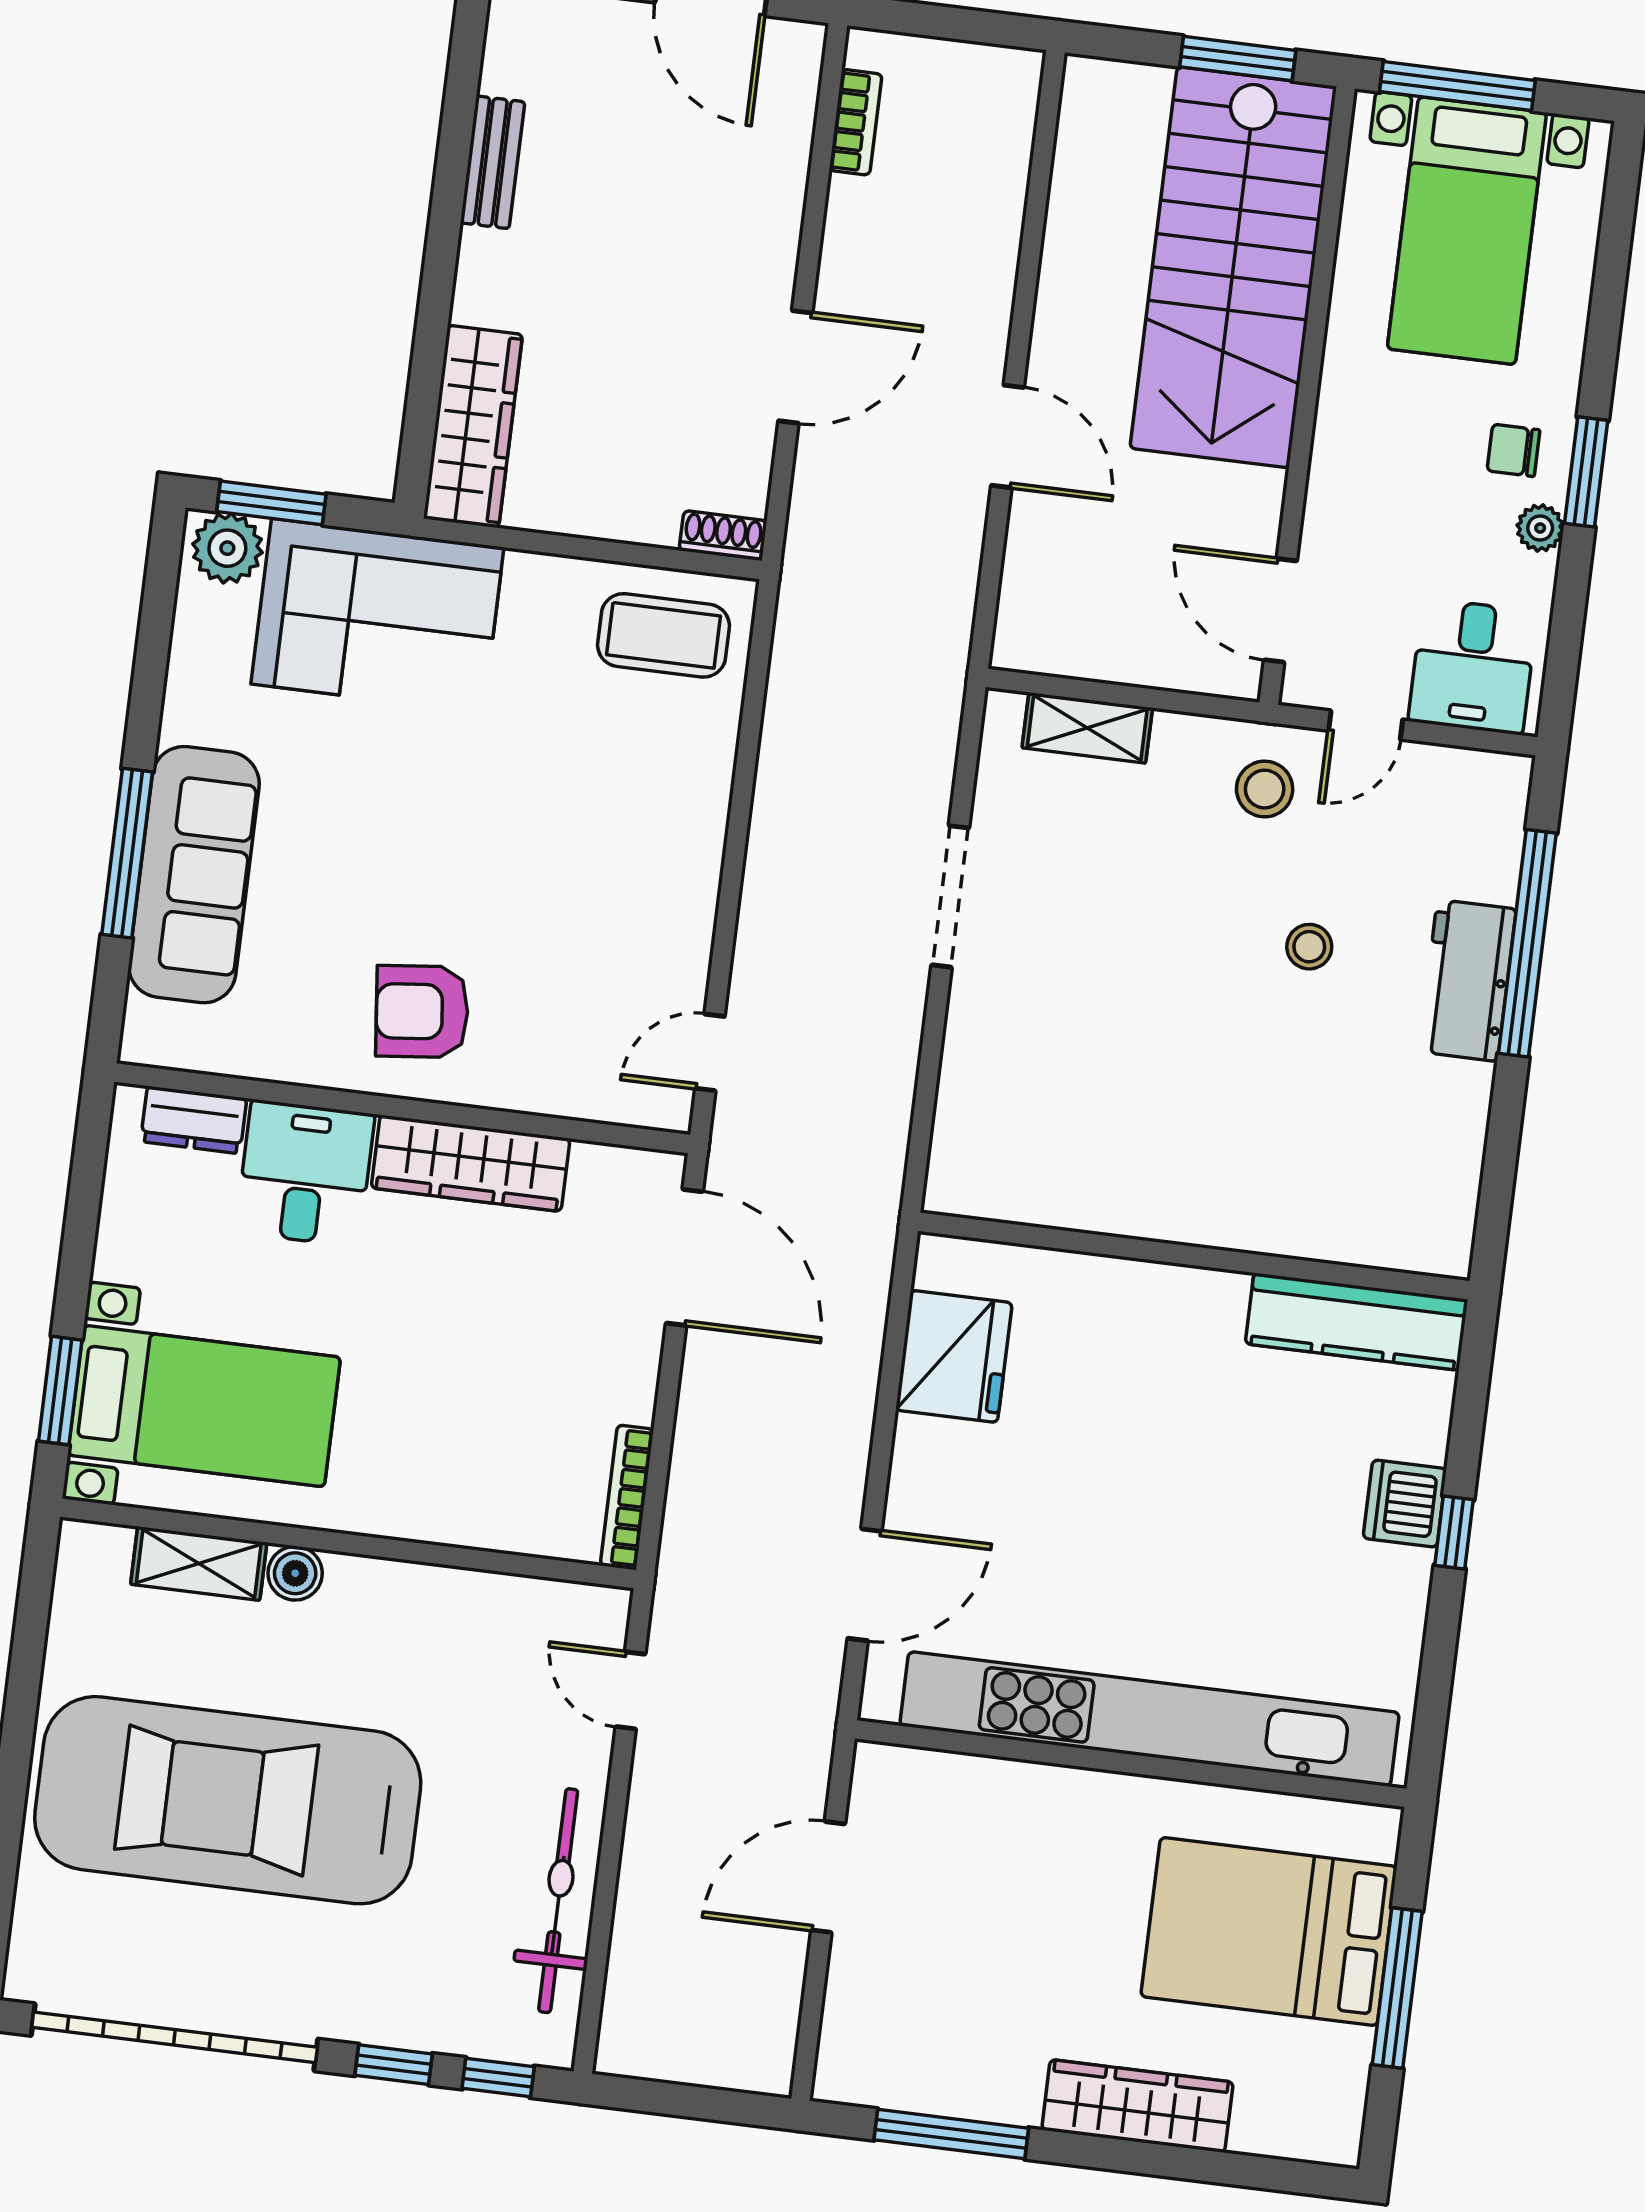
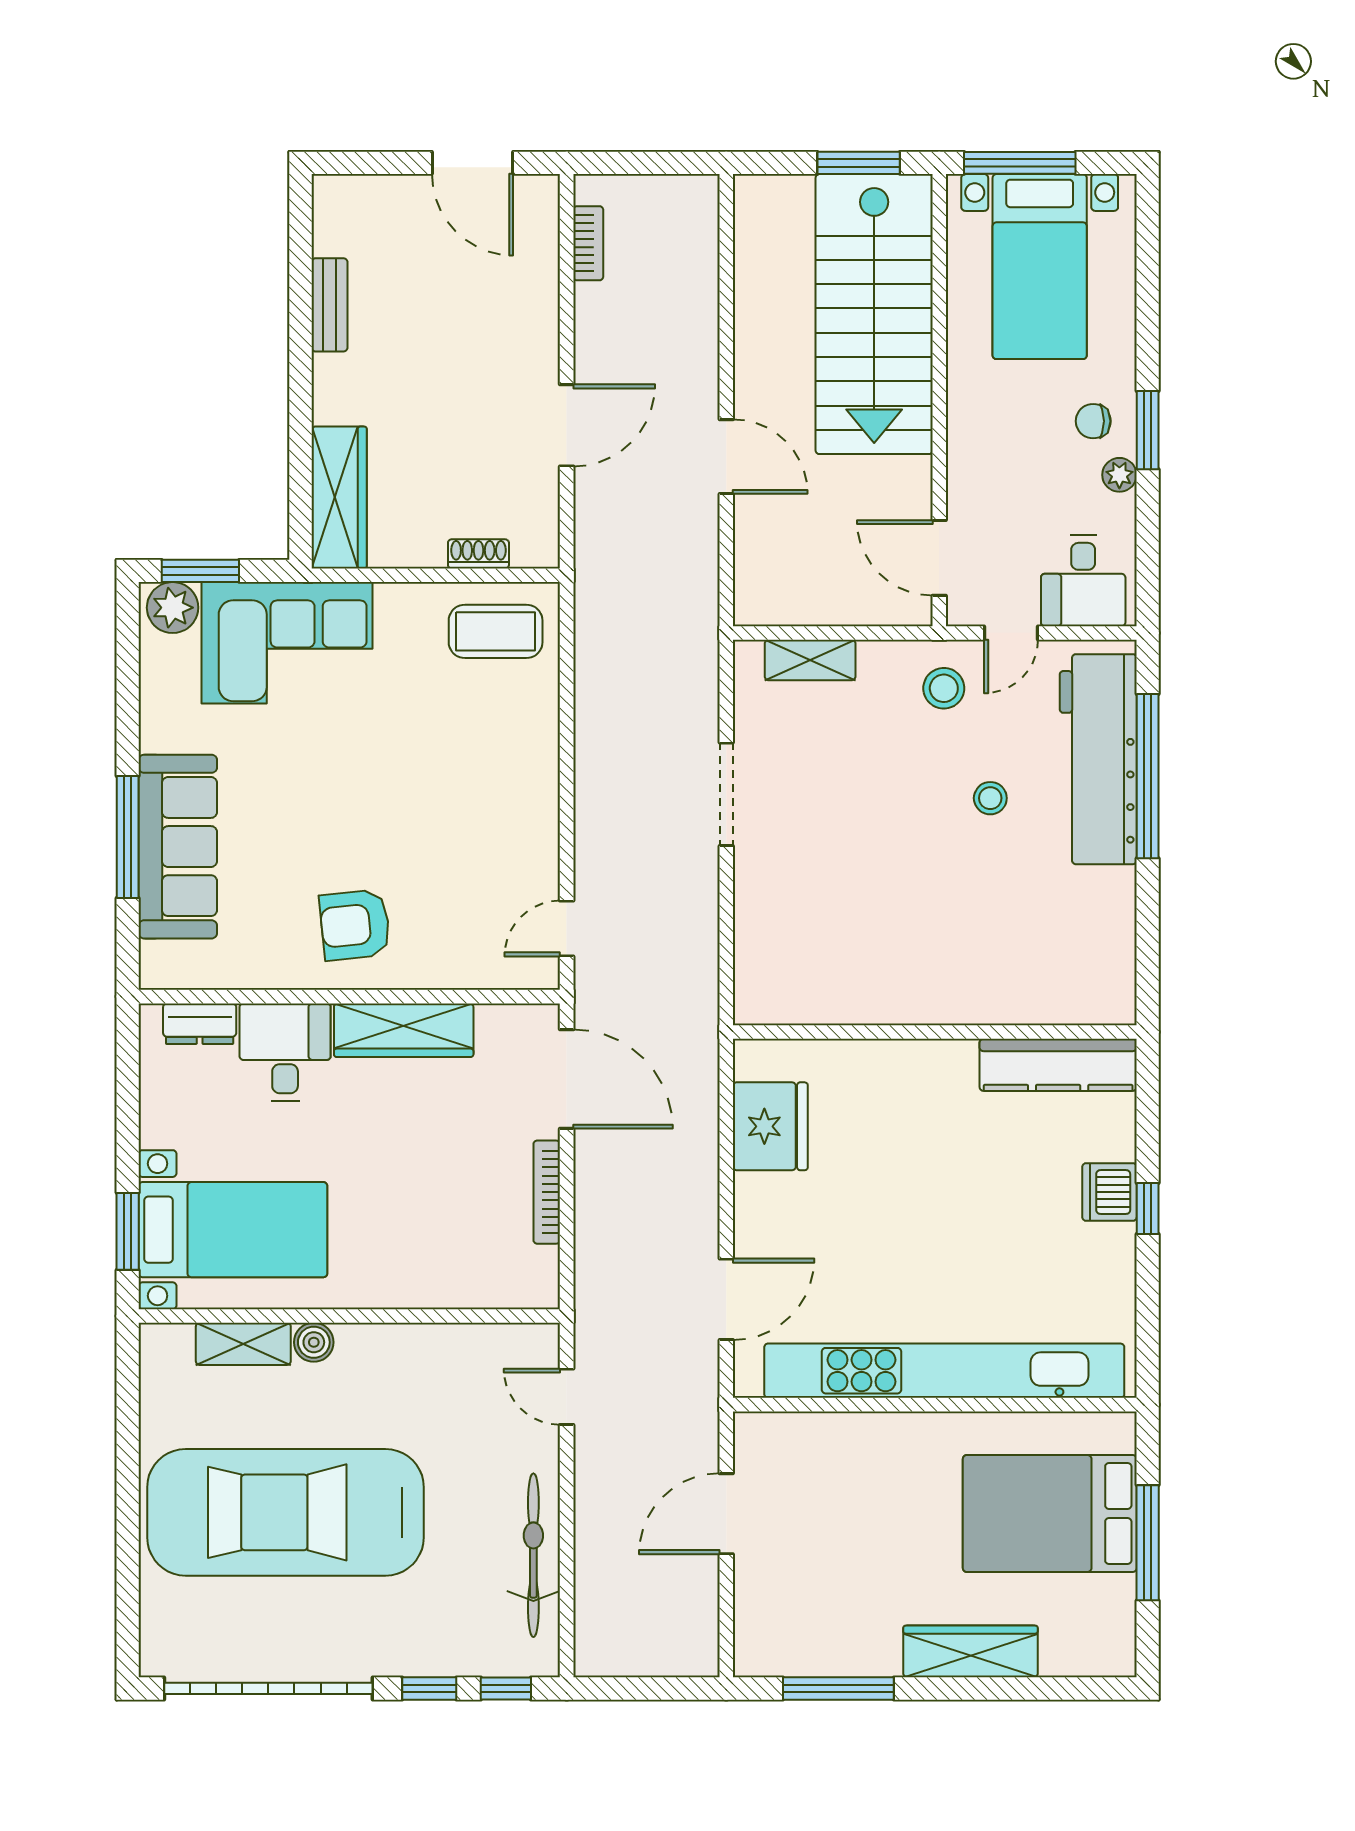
shoe rack: (723, 536) -> (478, 554), moved
workbench: (1467, 980) -> (1098, 759), width x1.88, depth x1.32
bookcase: (627, 1497) -> (547, 1192), moved

